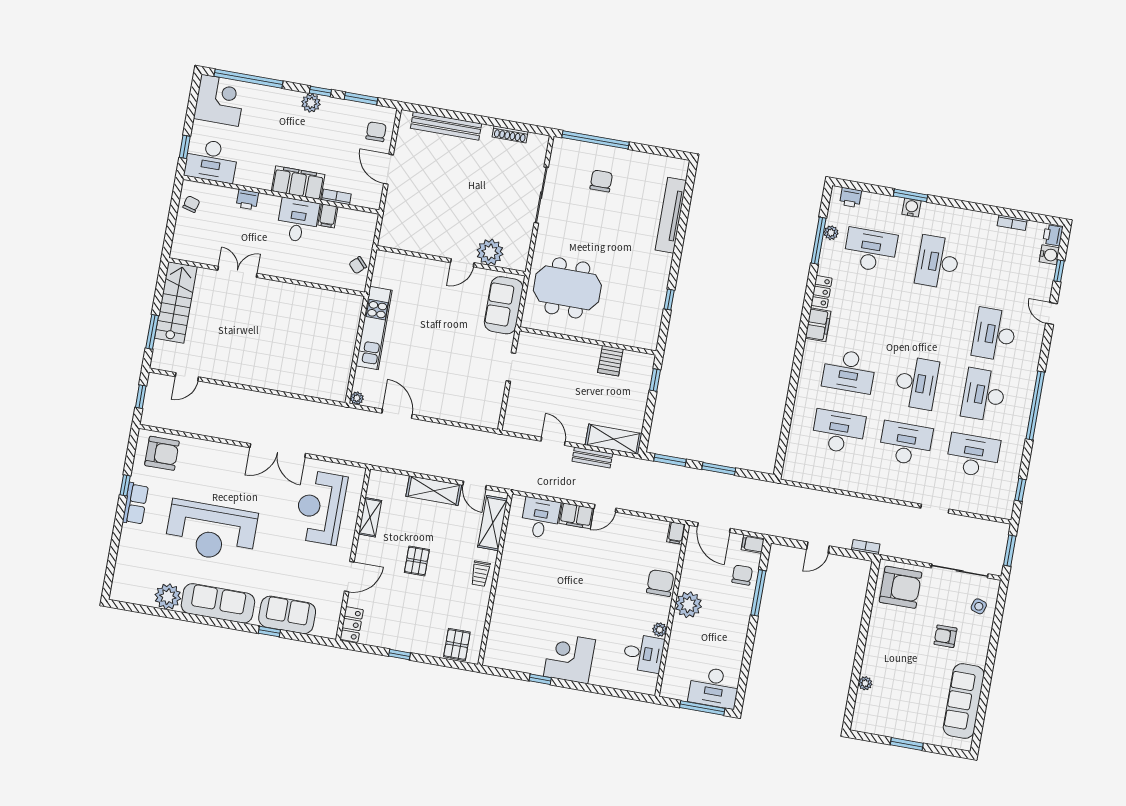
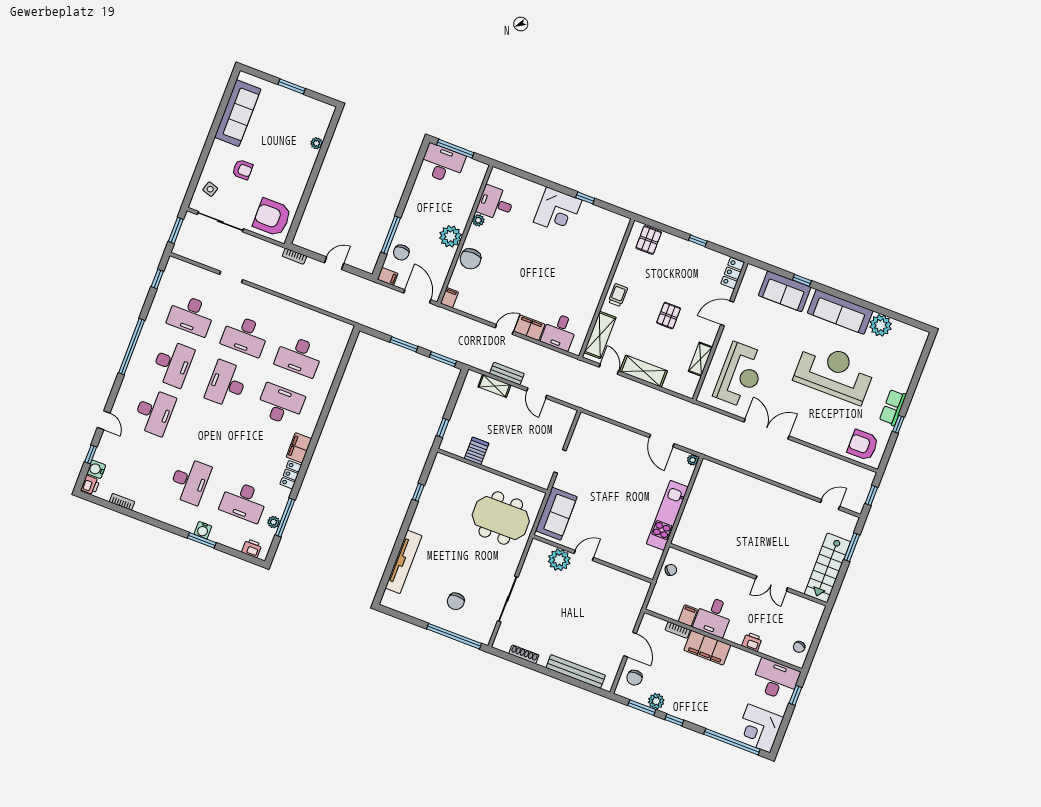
plant: (311, 103) -> (656, 701), moved
shelving: (613, 439) -> (494, 386), width x0.67, depth x0.75

